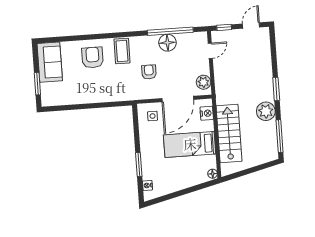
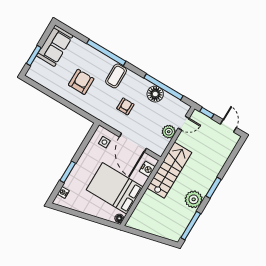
door: (251, 26) -> (228, 126), hinge flipped
window: (99, 36) -> (106, 52), added
armchair: (93, 57) -> (81, 82), moved
plant: (203, 82) -> (169, 132), moved
door: (178, 99) -> (133, 143), hinge flipped
stairs: (229, 134) -> (169, 170), moved
bed: (190, 144) -> (115, 188), width x1.50

